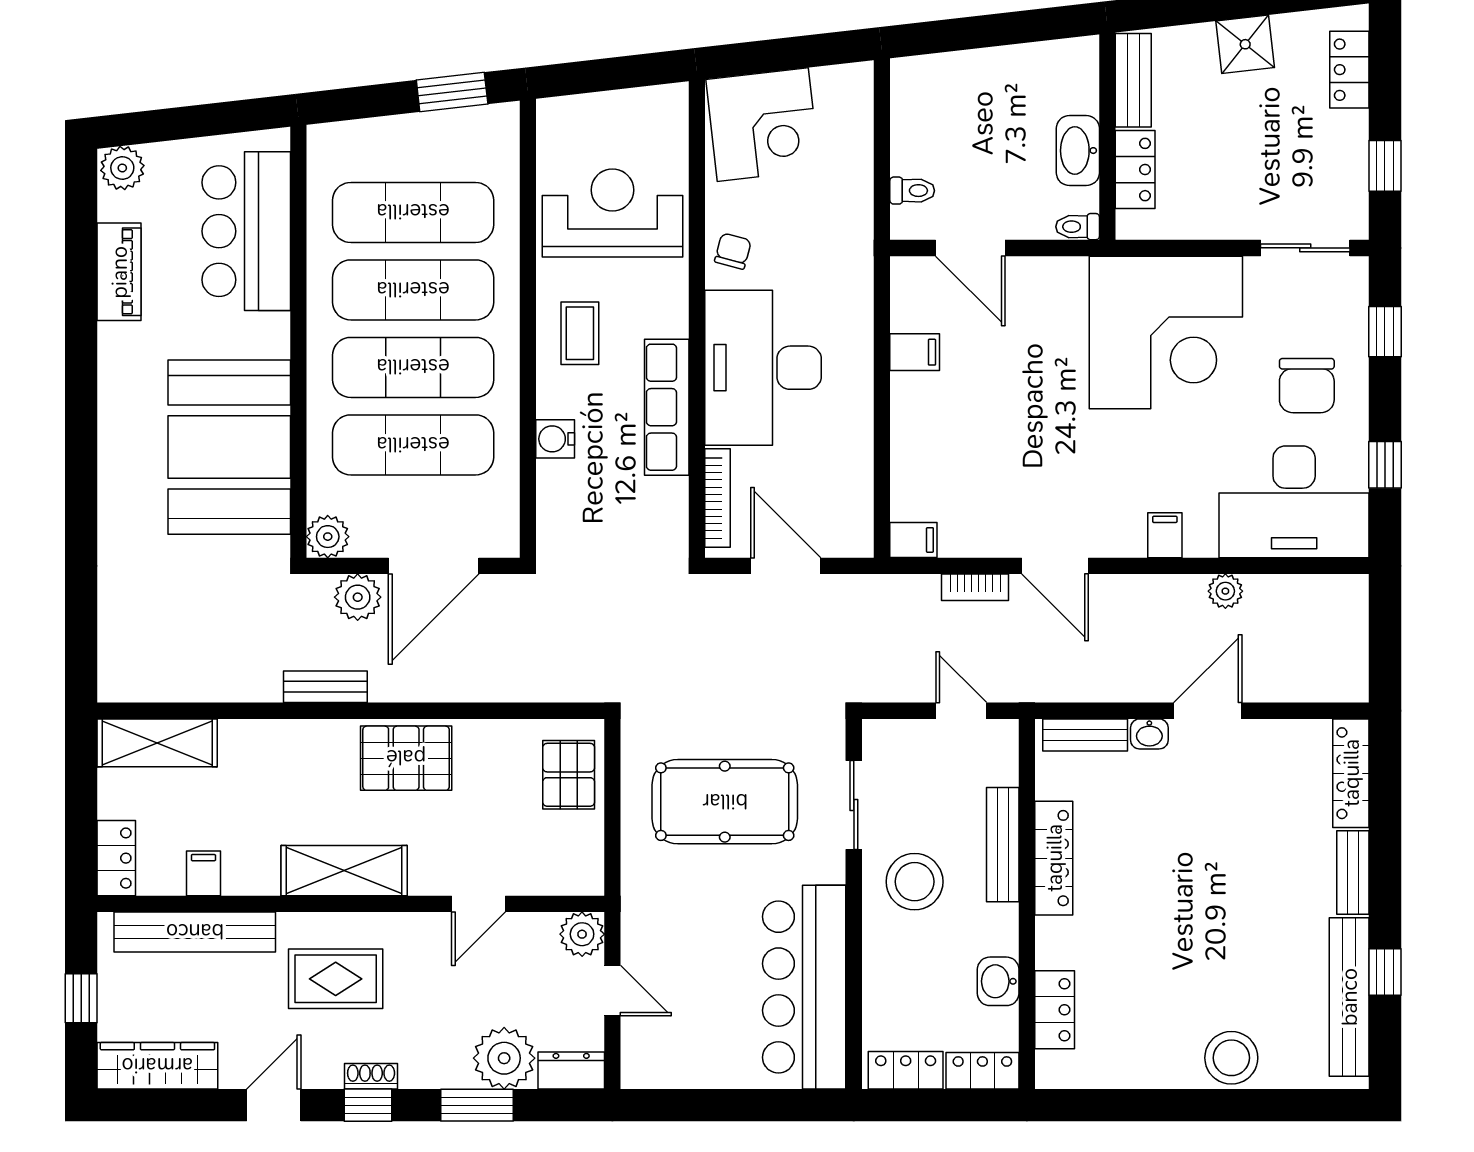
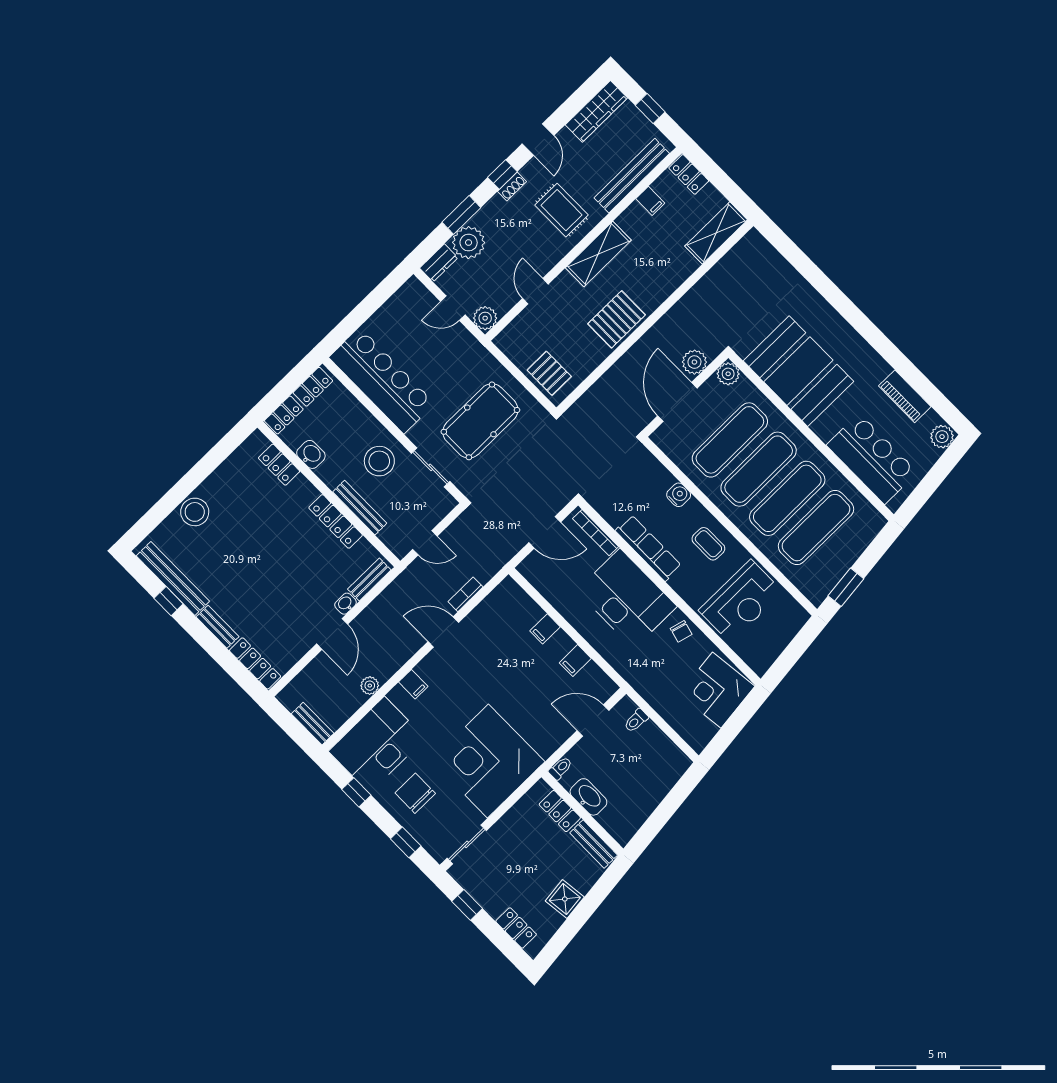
filing cabinet: (913, 540) -> (545, 629), moved
bench: (325, 687) -> (313, 724), moved, turned 90
rug: (336, 979) -> (561, 210), turned 90

